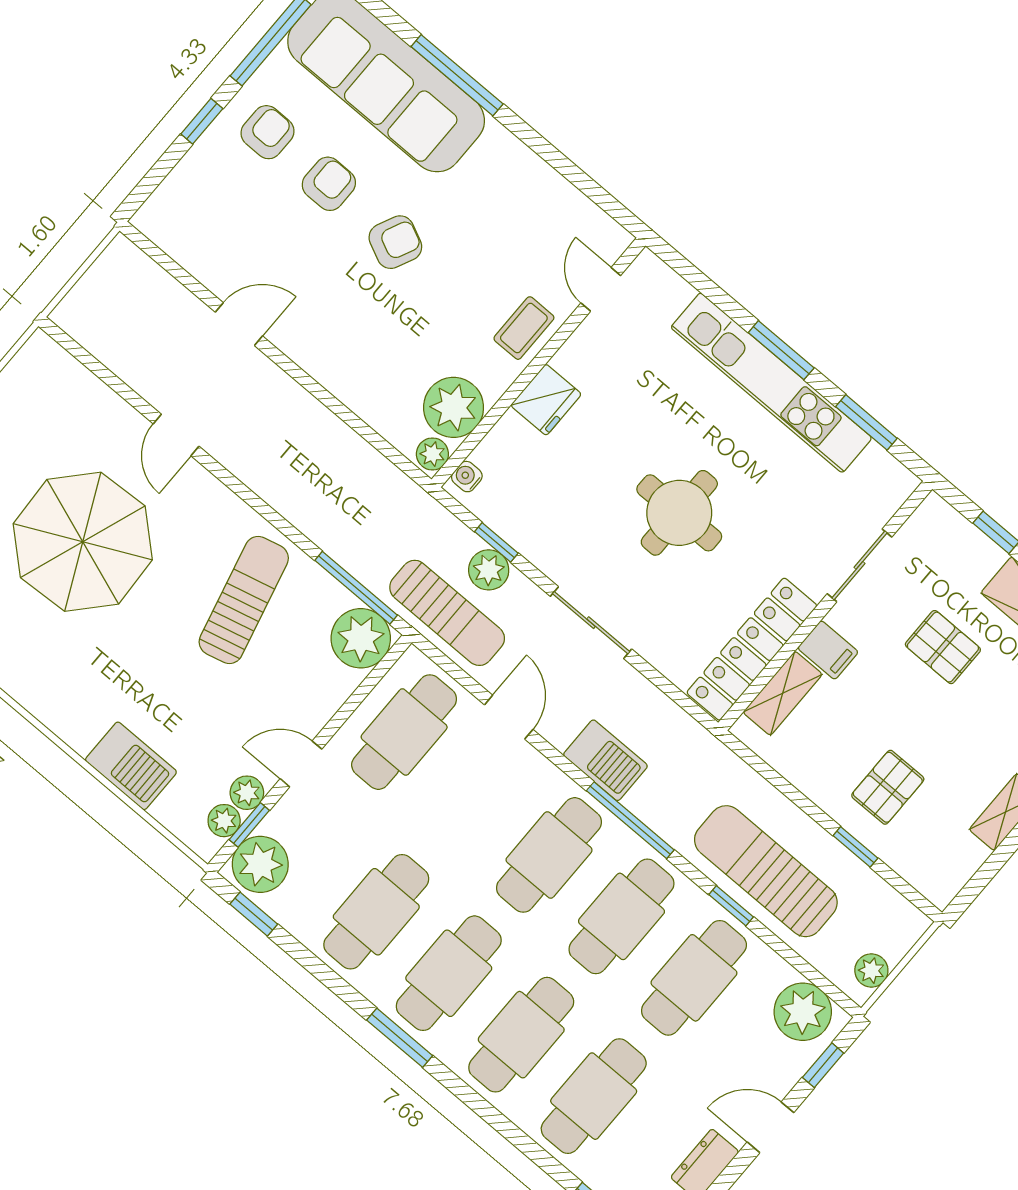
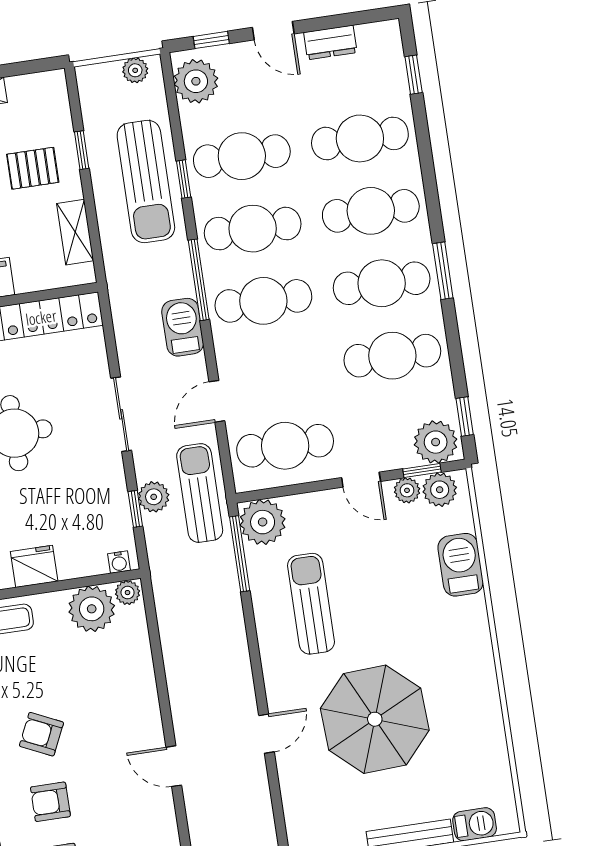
sun lounger: (244, 600) -> (311, 604), turned 104
shelving: (783, 693) -> (75, 232), moved, turned 90
plant: (224, 821) -> (440, 490), width x1.38, depth x1.38

